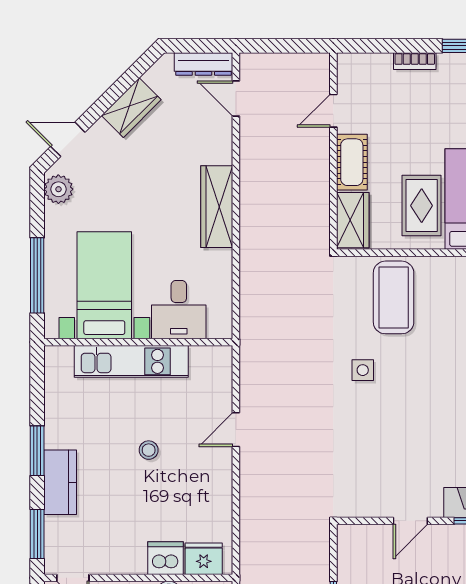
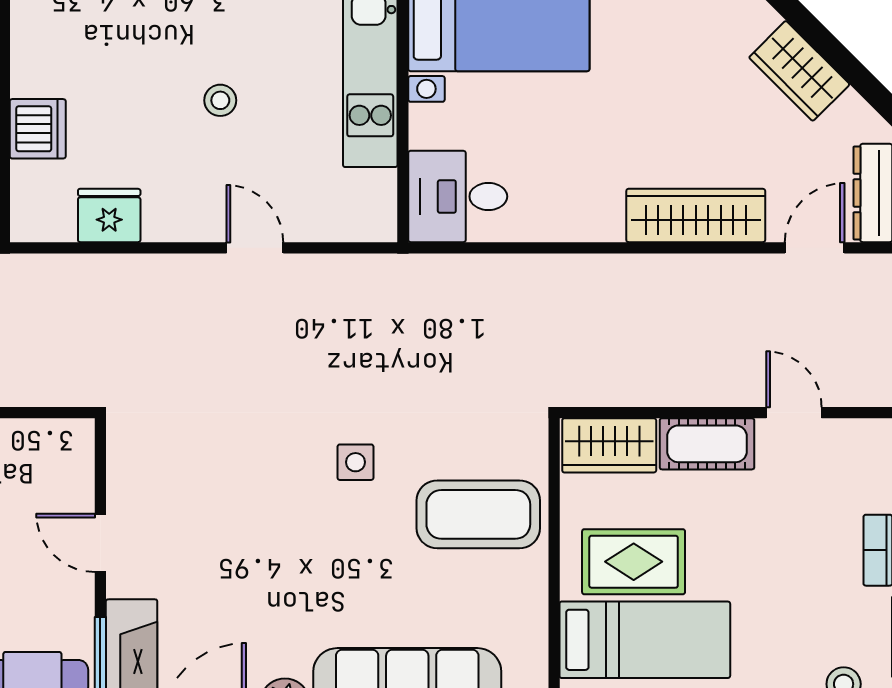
wardrobe: (217, 207) -> (696, 215), moved
desk: (179, 310) -> (458, 196), moved
fridge: (204, 559) -> (109, 215), moved, turned -90

